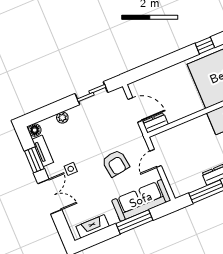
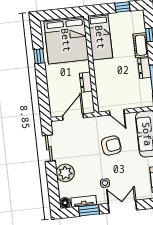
window: (205, 45) -> (39, 56), moved
plant: (62, 118) -> (65, 173), width x1.88, depth x1.88
dresser: (155, 123) -> (86, 82), moved

